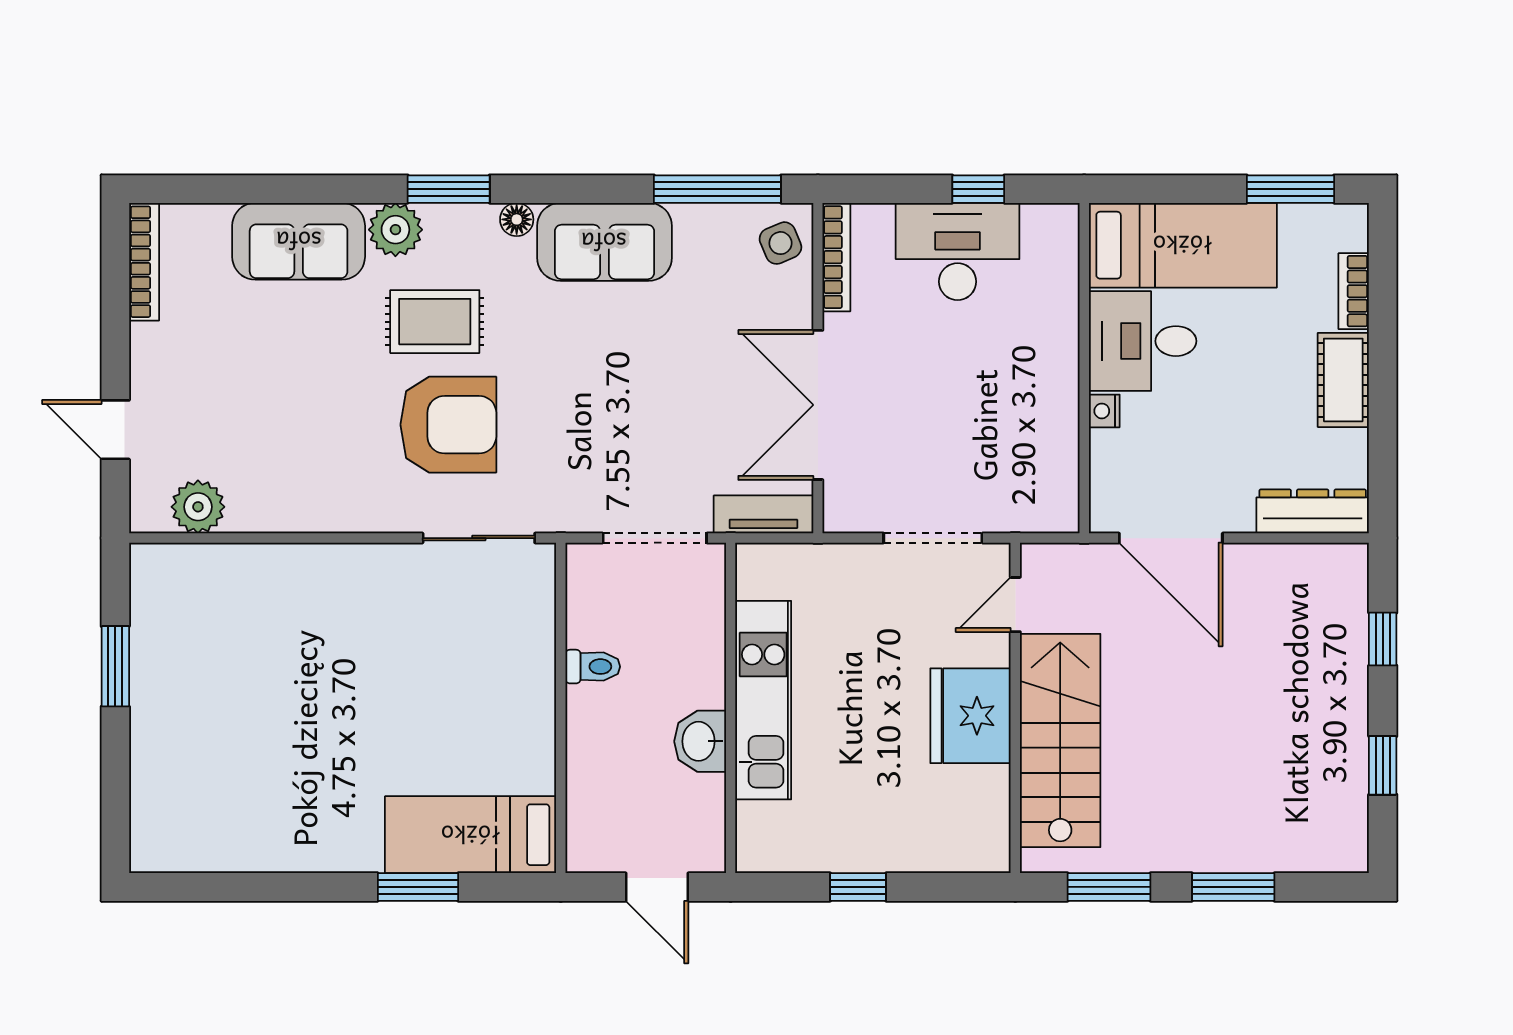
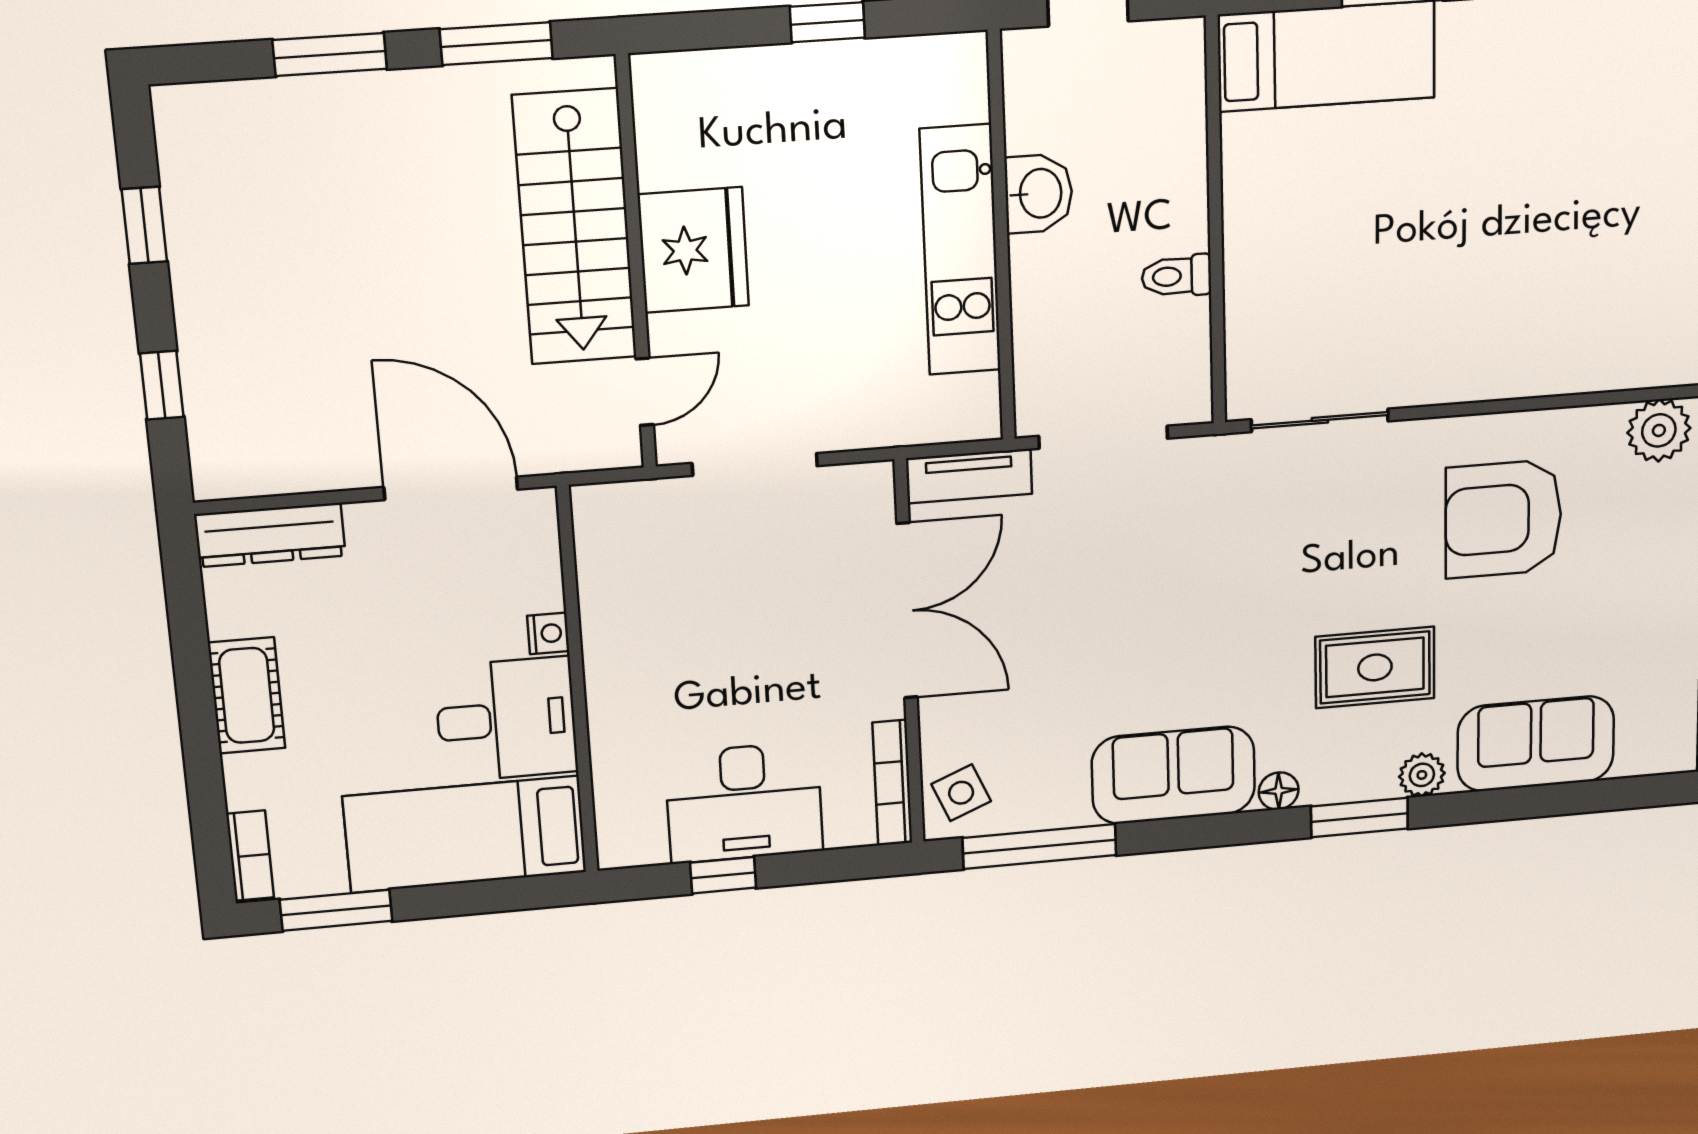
plant: (395, 230) -> (1422, 775), width x0.73, depth x0.73
bookcase: (1354, 291) -> (250, 856), moved
armchair: (448, 425) -> (1503, 519), moved

